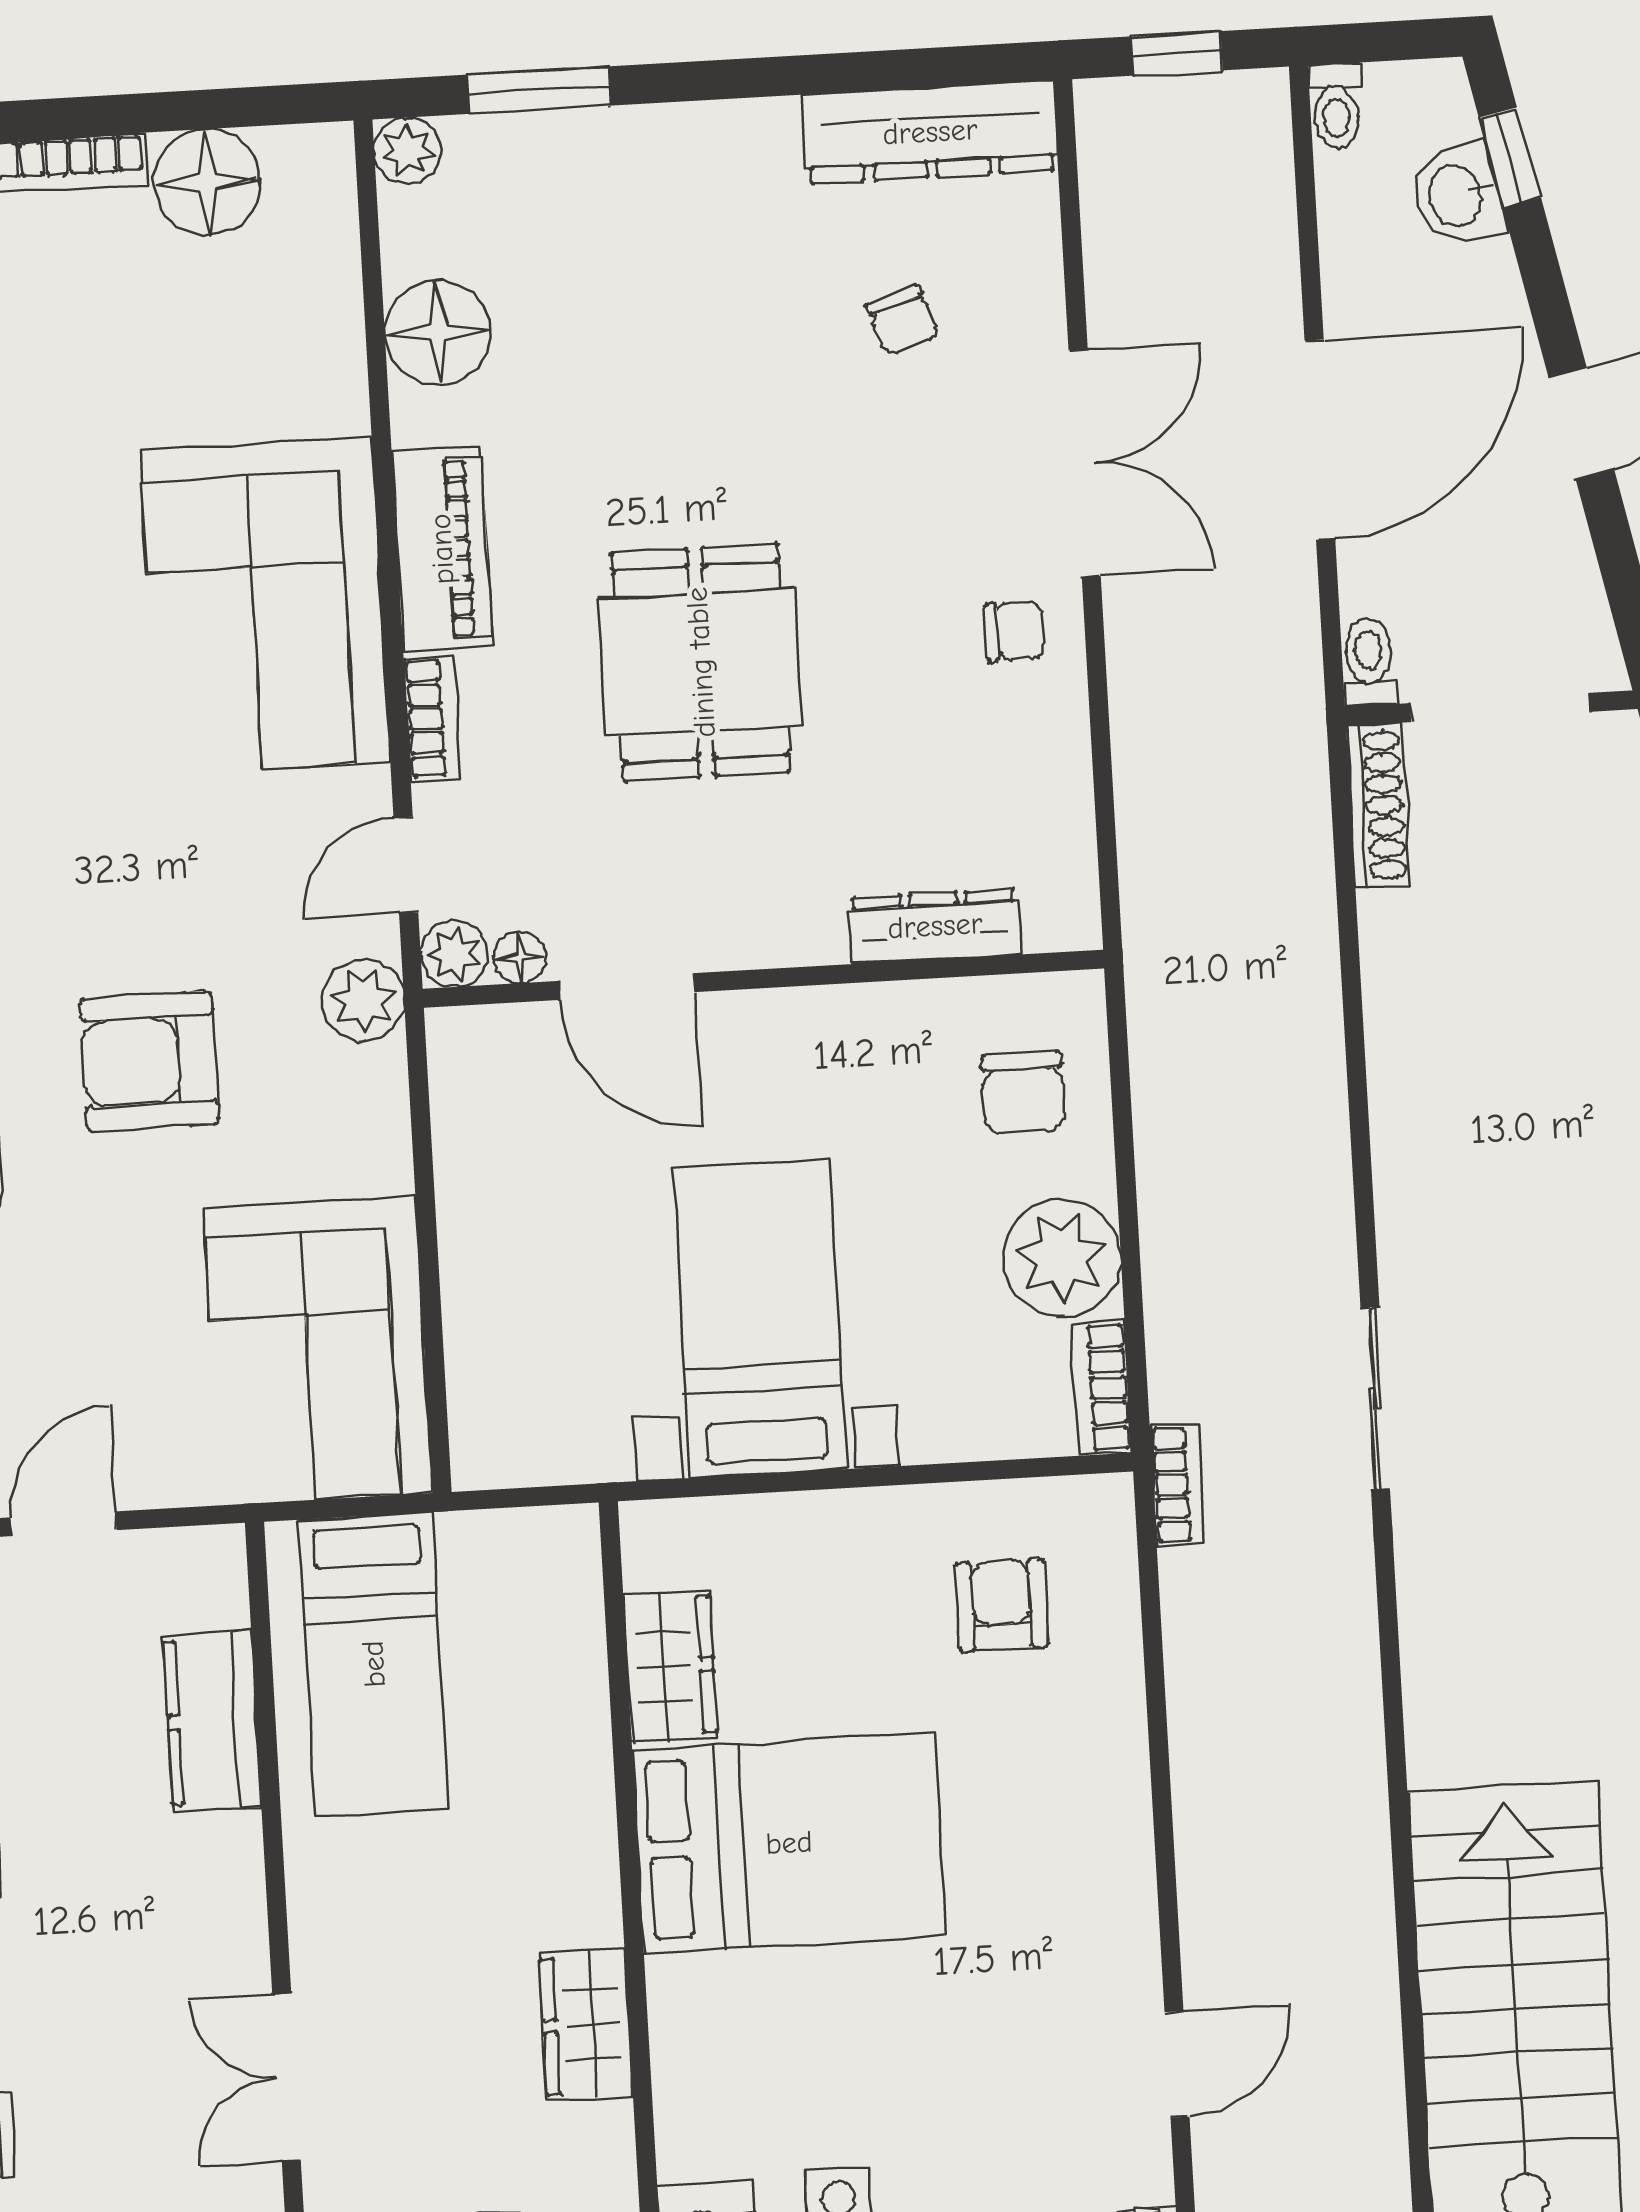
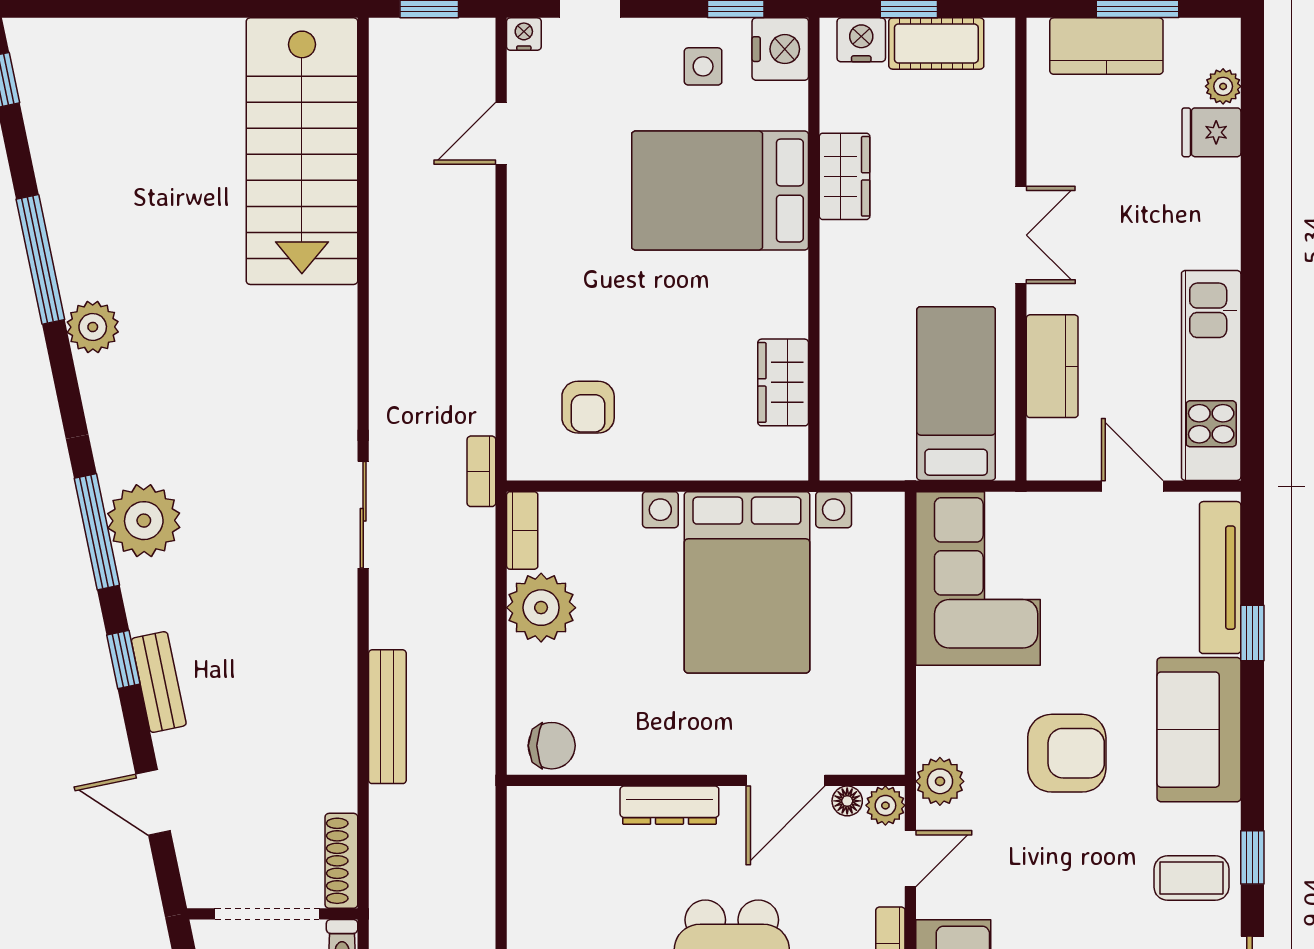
dresser: (935, 926) -> (669, 805), moved
door: (627, 987) -> (786, 780), swing flipped
bench: (1314, 1056) -> (387, 717), added
chair: (1023, 1093) -> (552, 746), moved, turned 90
bed with nightstands: (760, 1319) -> (747, 582), width x1.36
door: (64, 1524) -> (1132, 486), swing flipped
bed: (789, 1843) -> (720, 191), moved
double door: (287, 2077) -> (1021, 235), moved

